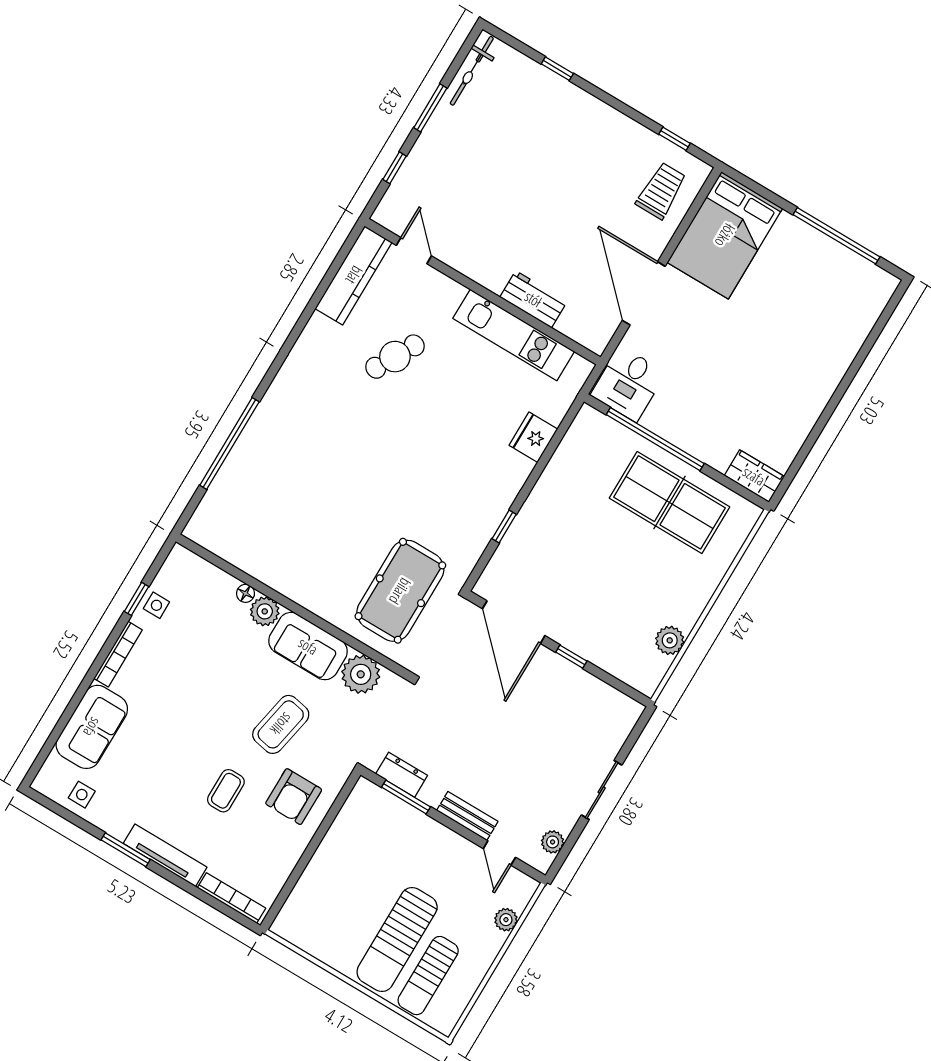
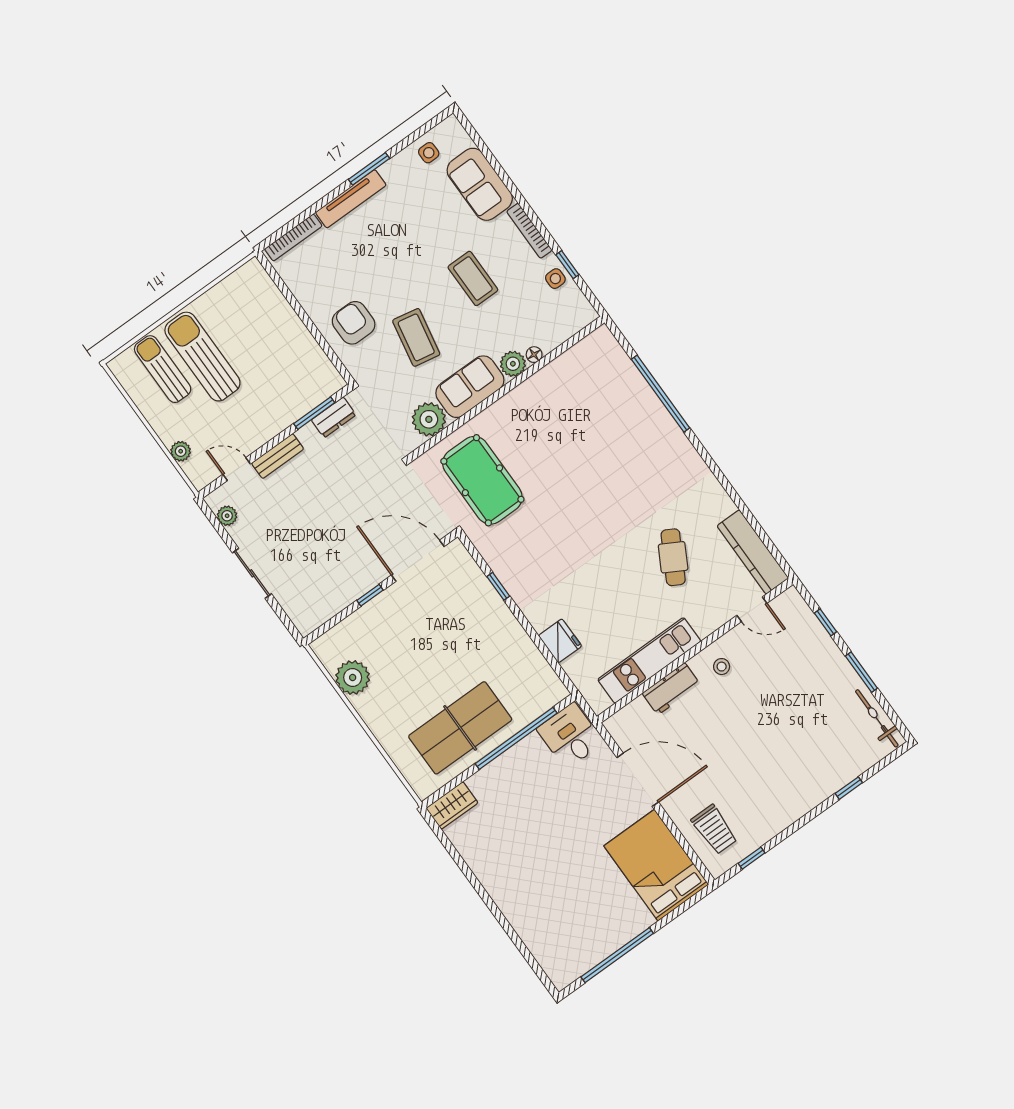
stool: (487, 257) -> (722, 667), added
plant: (670, 640) -> (353, 678), width x1.36, depth x1.36
coffee table: (226, 791) -> (473, 278), moved, width x1.36, depth x1.30

